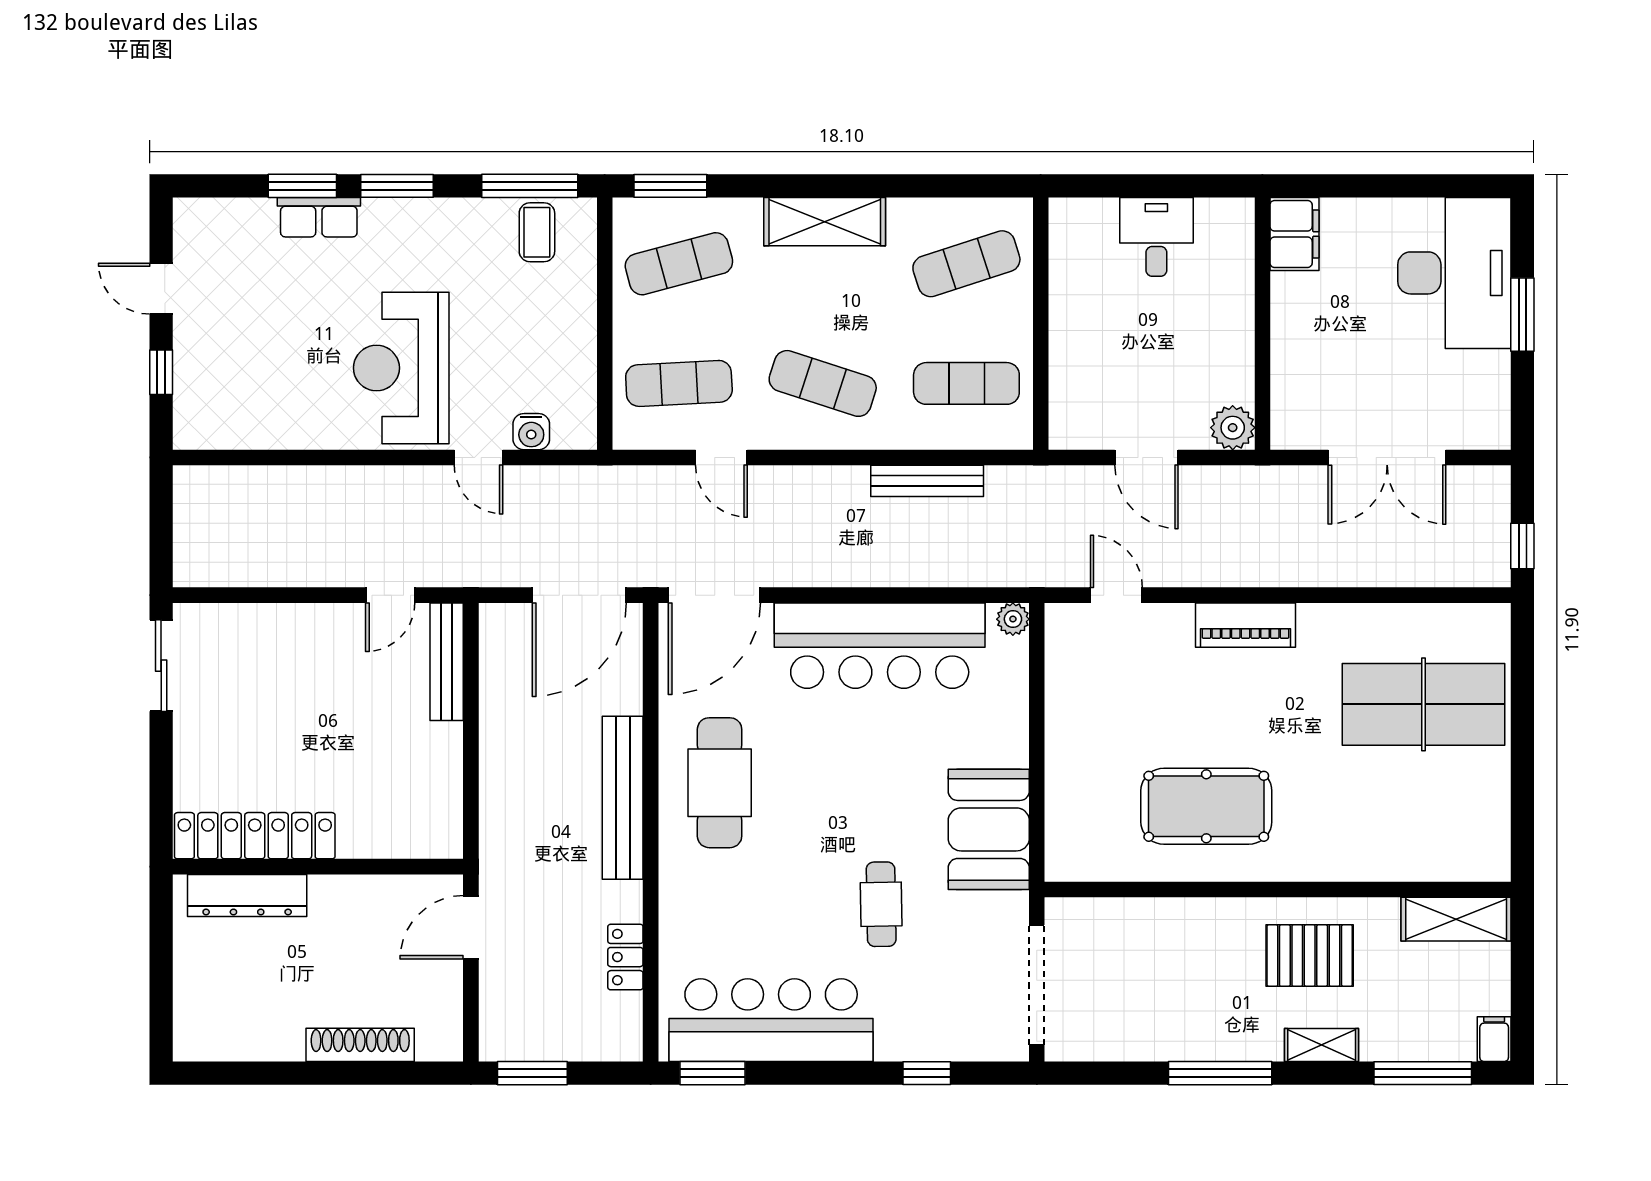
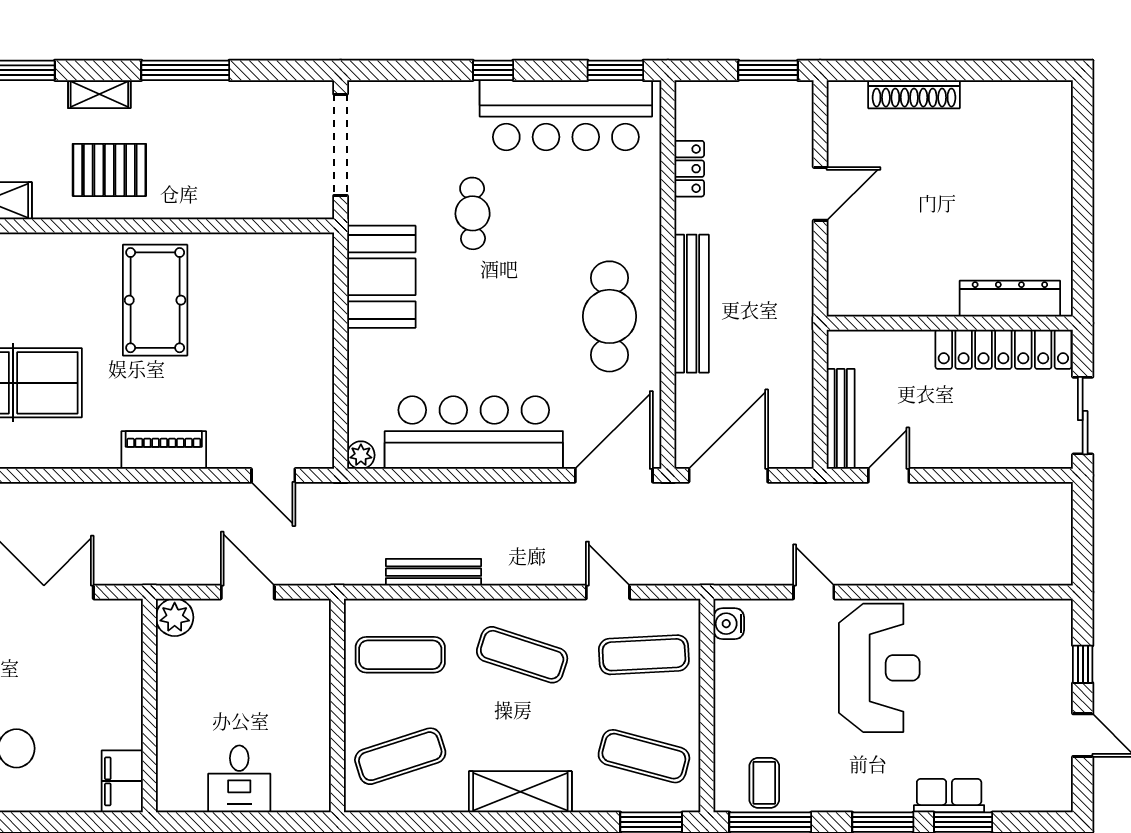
exercise mat: (679, 264) -> (644, 756), turned 30
water cooler: (531, 432) -> (729, 624), moved, turned -90
pool table: (1206, 806) -> (155, 300), moved, turned 90
locker: (255, 836) -> (1003, 349), moved
wall: (318, 867) -> (950, 323), moved
dresser: (247, 895) -> (1010, 299), moved
window: (927, 1073) -> (493, 70), moved

